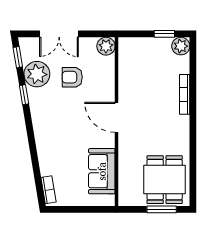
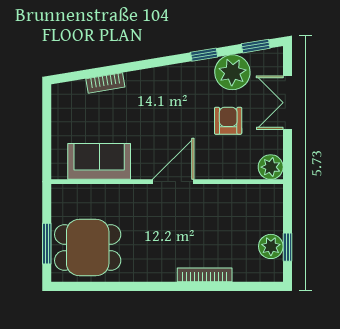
plant: (181, 46) -> (271, 246), moved
bookcase: (48, 190) -> (105, 83), moved

